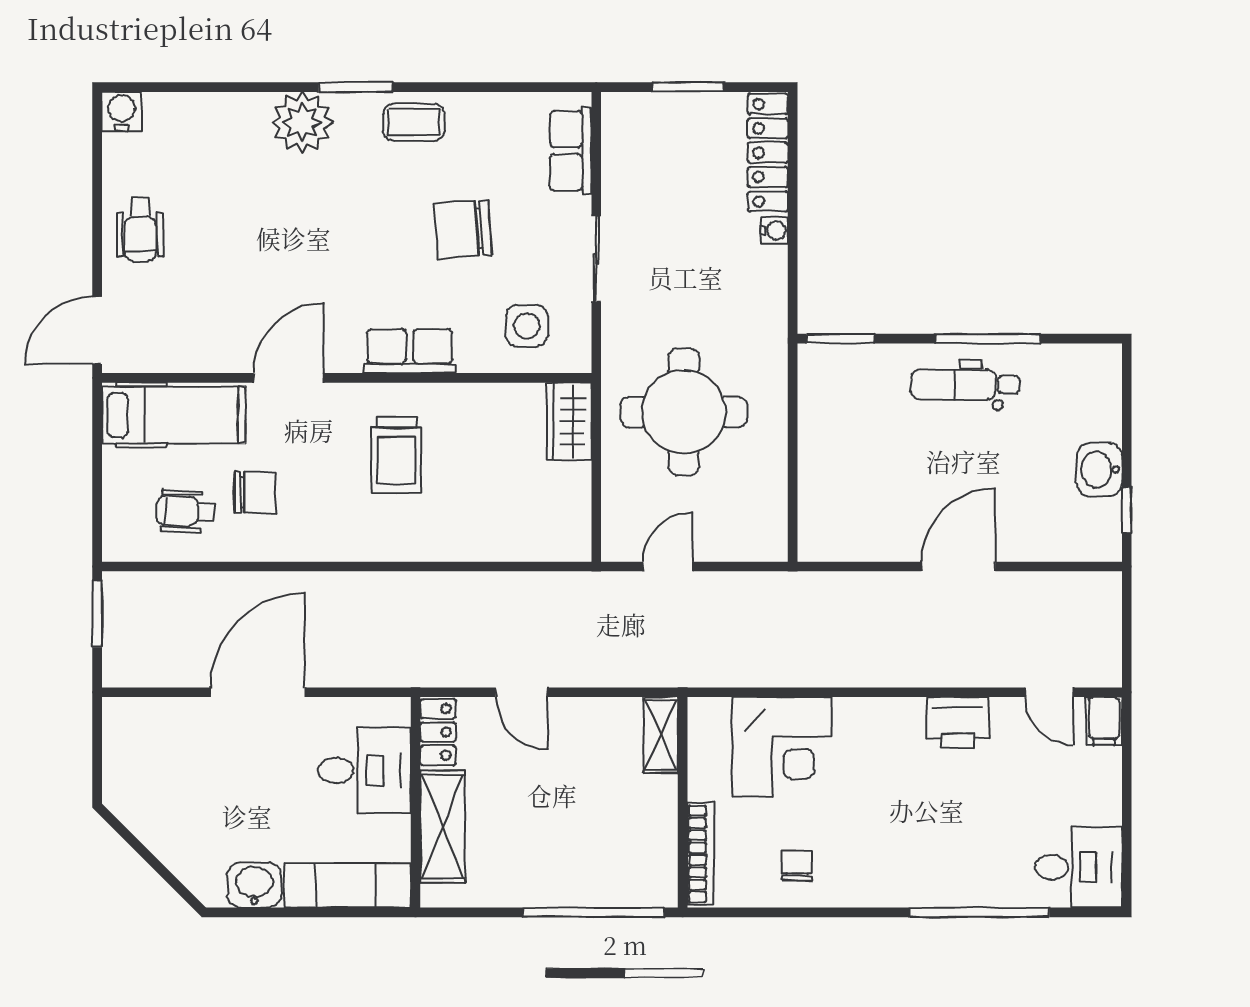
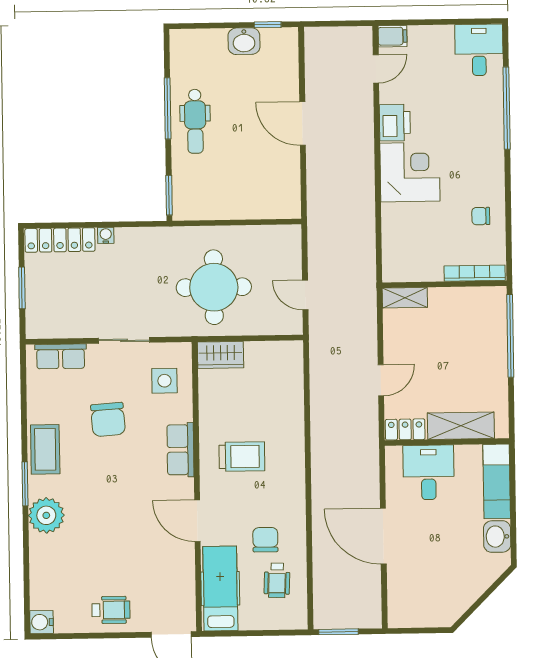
coffee table: (414, 122) -> (45, 449), width x1.36, depth x1.30
corner desk: (782, 747) -> (410, 172), moved

